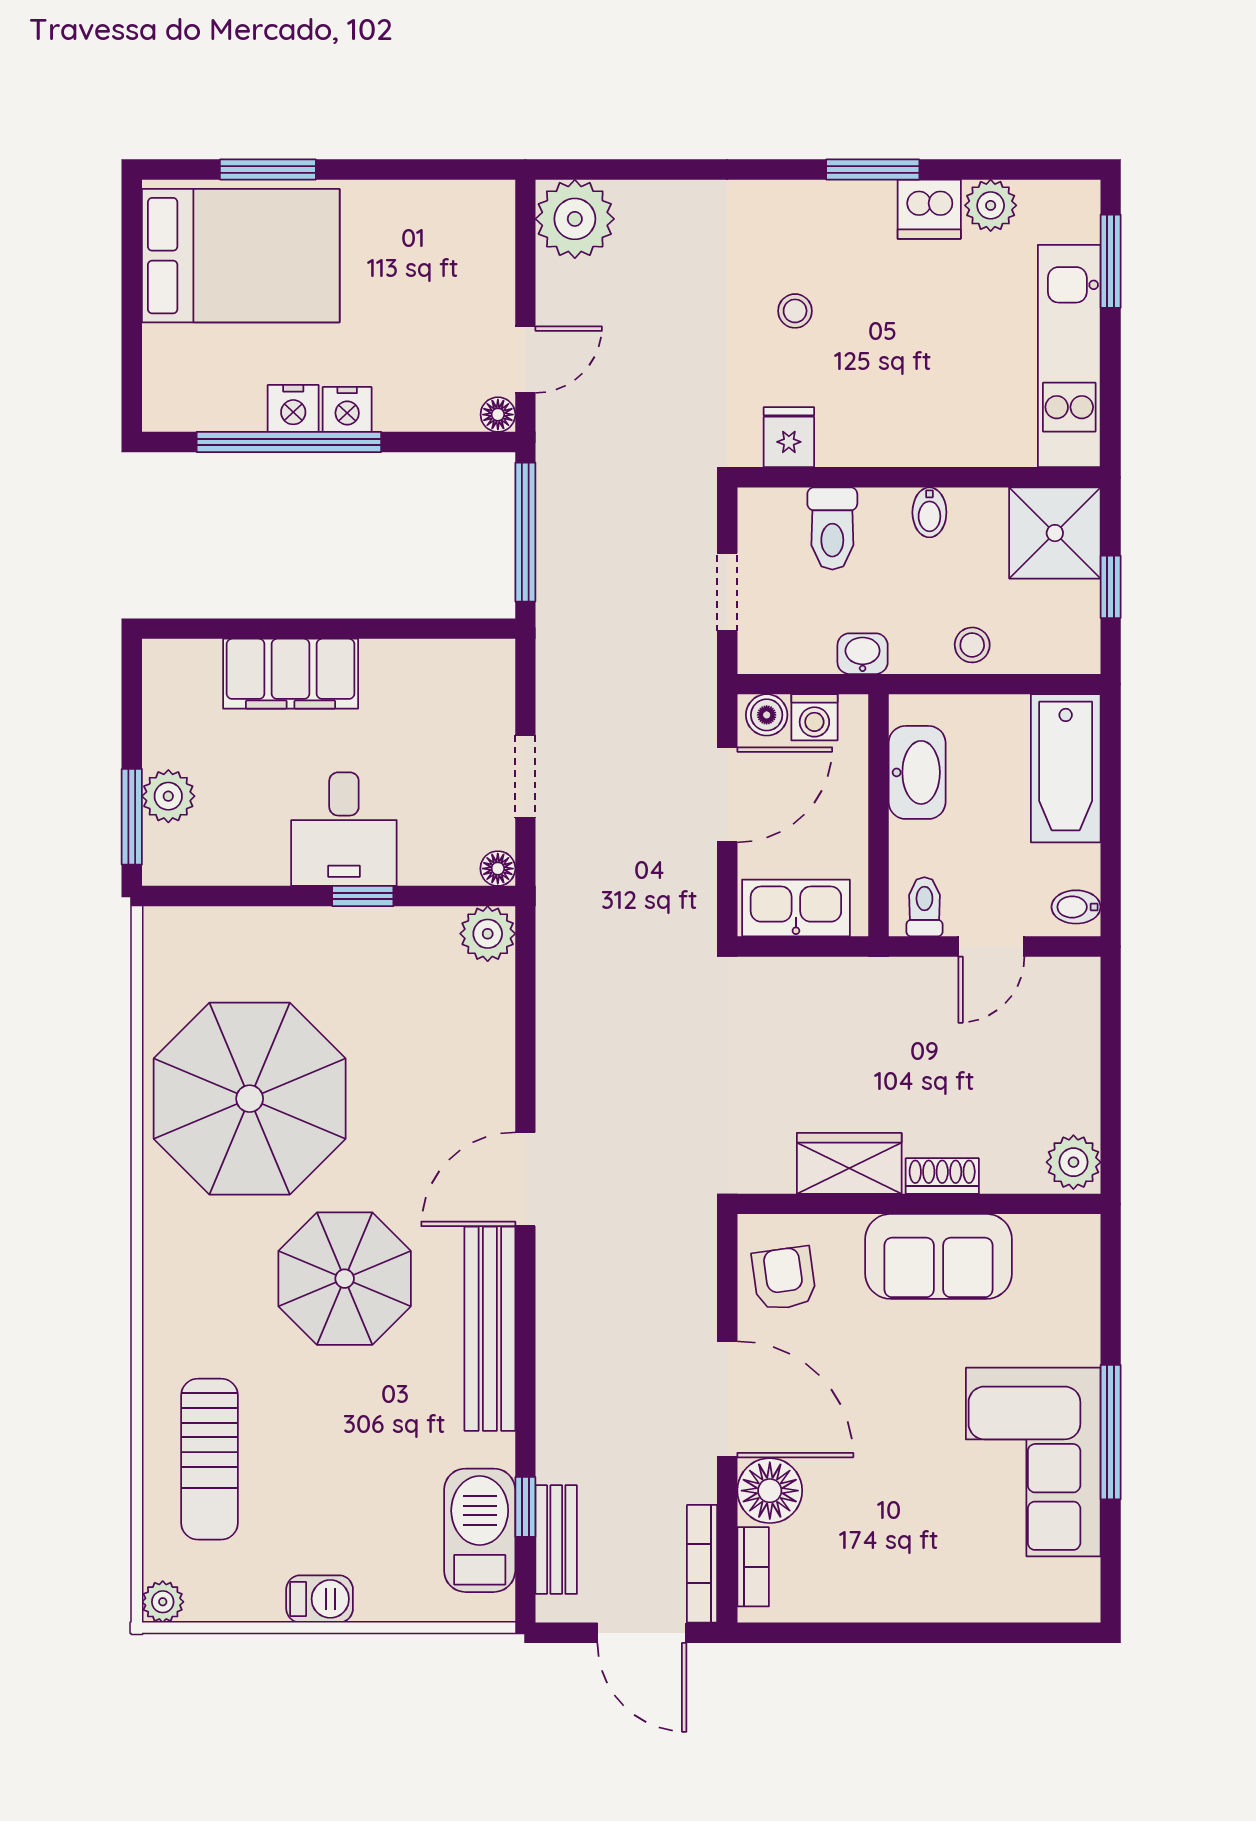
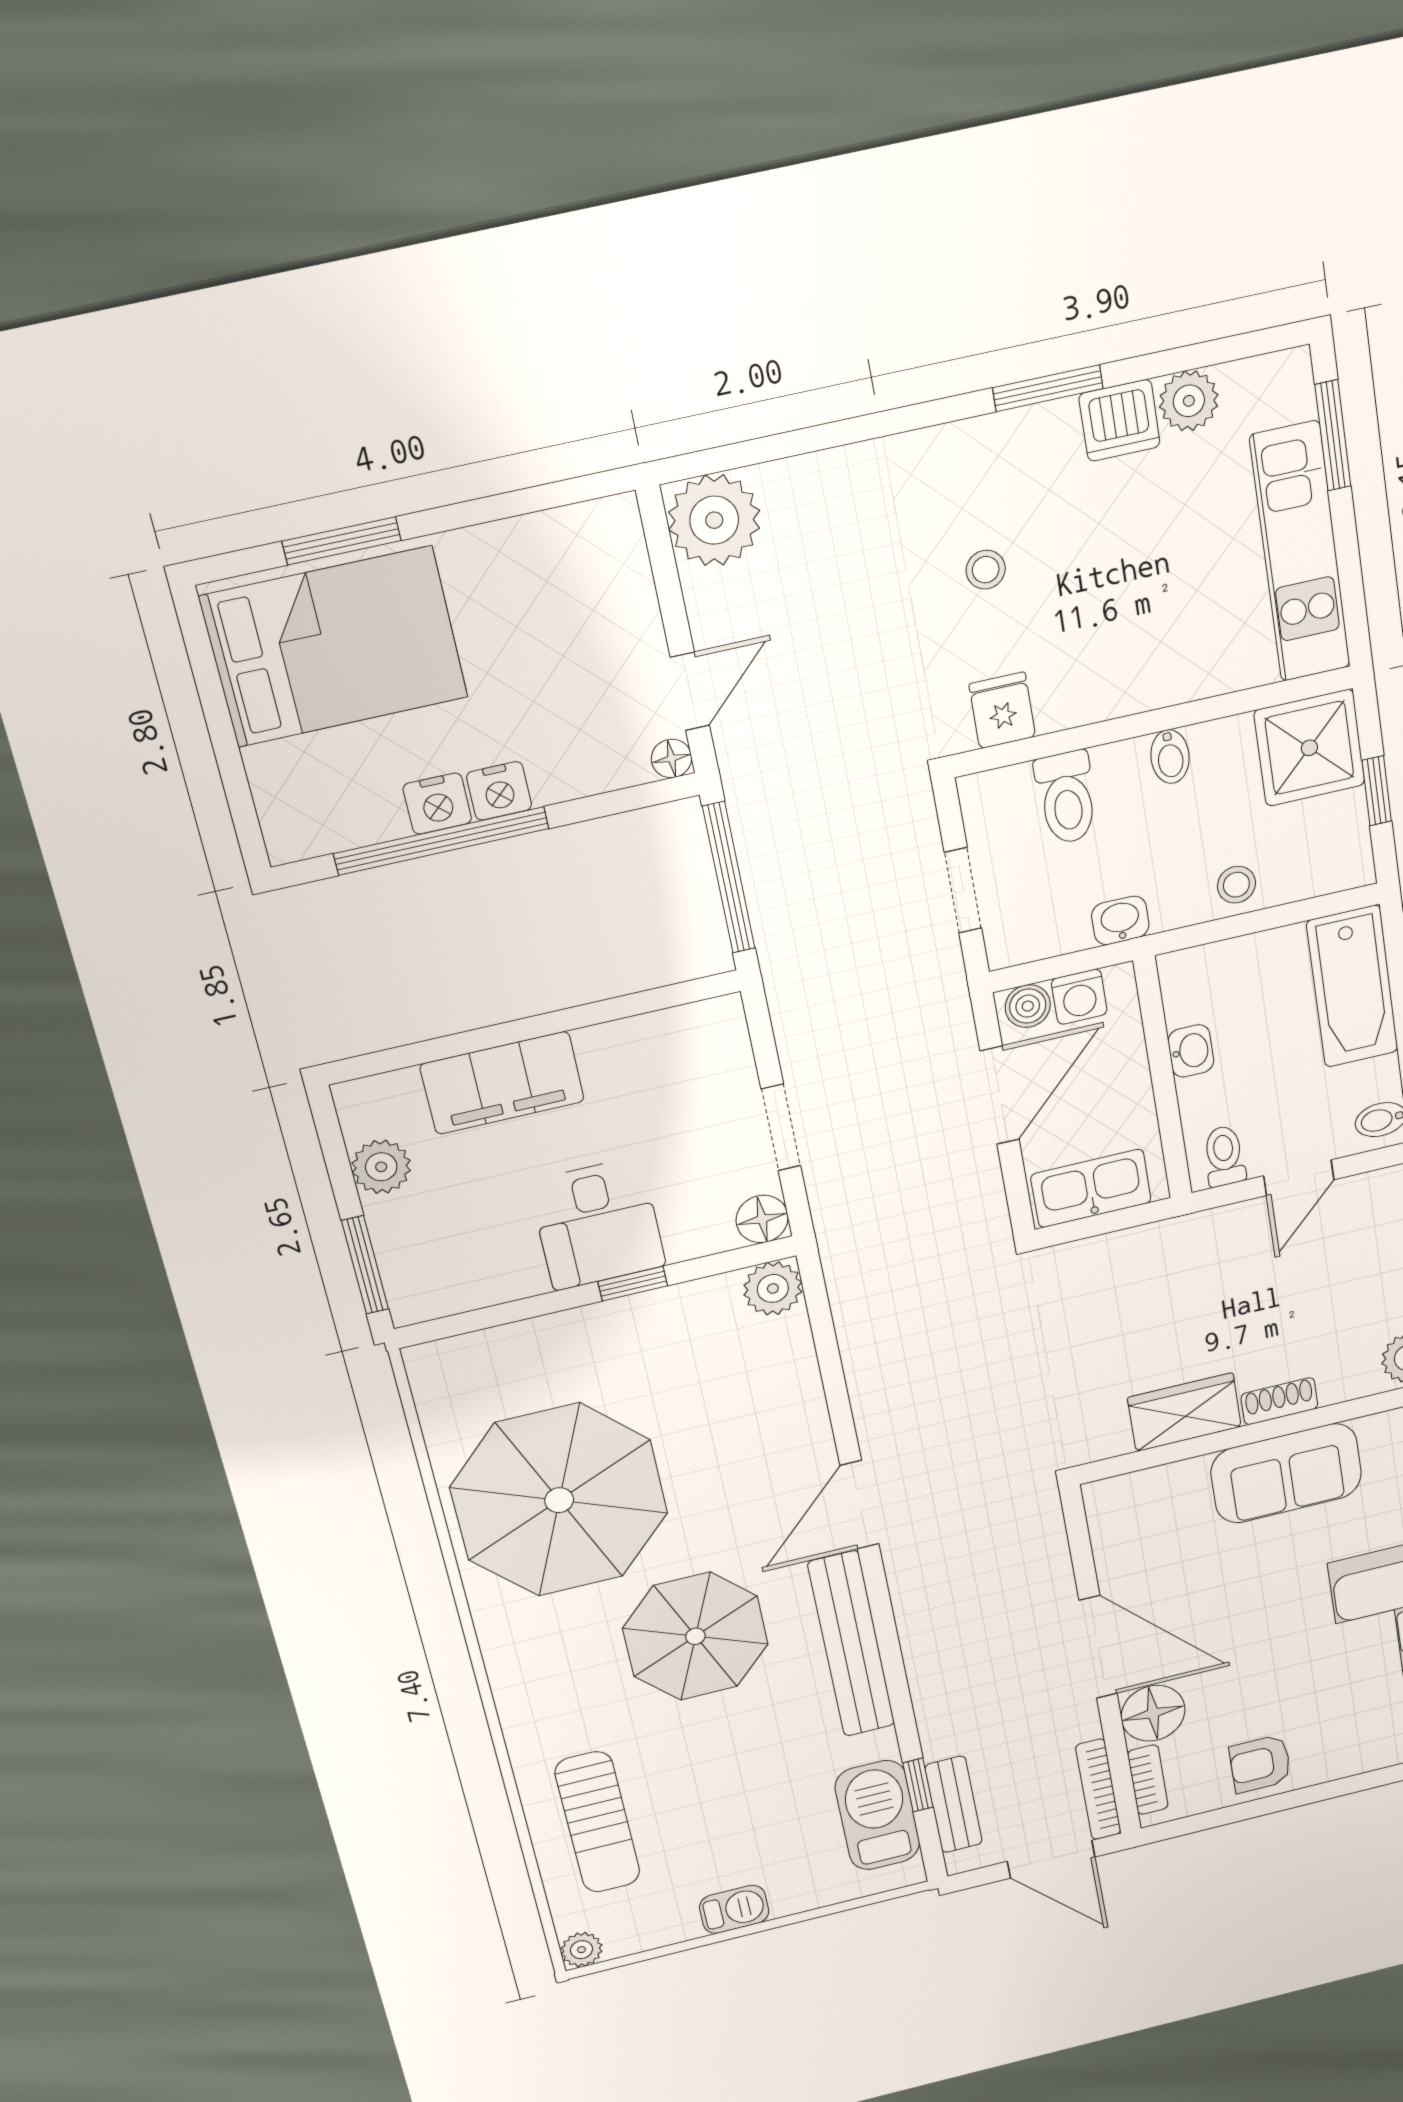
washbasin: (917, 772) -> (1191, 1051), width x0.52, depth x0.69
plant: (168, 796) -> (381, 1167), moved
floor lamp: (498, 869) -> (762, 1219), width x1.37, depth x1.37
armchair: (784, 1278) -> (1260, 1764), moved, turned -82

